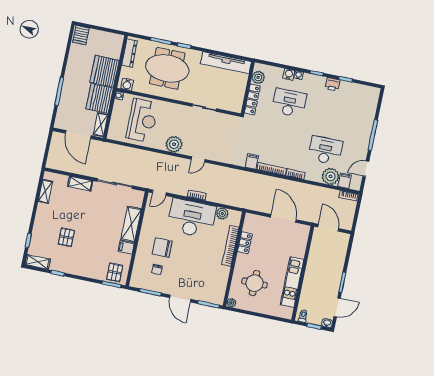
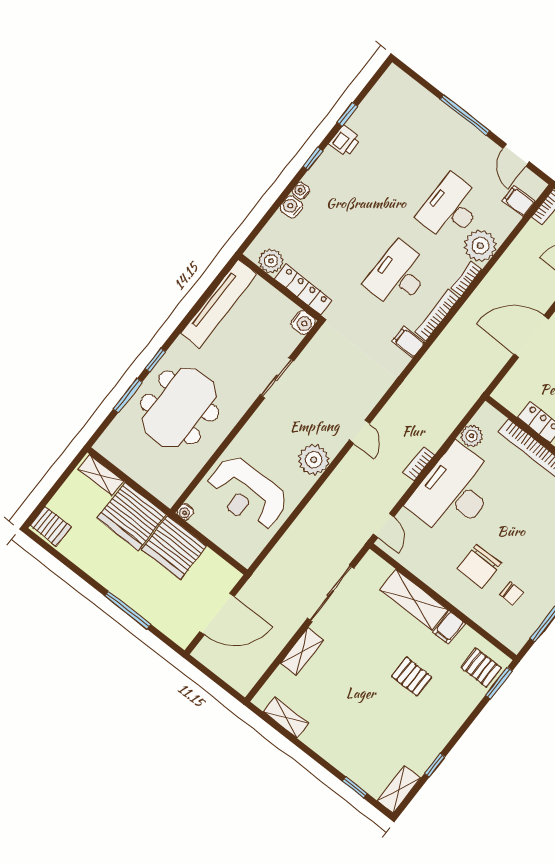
dresser: (130, 53) -> (122, 459), removed
water cooler: (127, 84) -> (303, 323), moved
desk: (289, 103) -> (399, 276), moved
reception desk: (142, 120) -> (247, 494), turned 180
shelving: (101, 125) -> (101, 475), moved
plant: (331, 176) -> (480, 246), moved
pallet: (66, 237) -> (412, 677), moved

